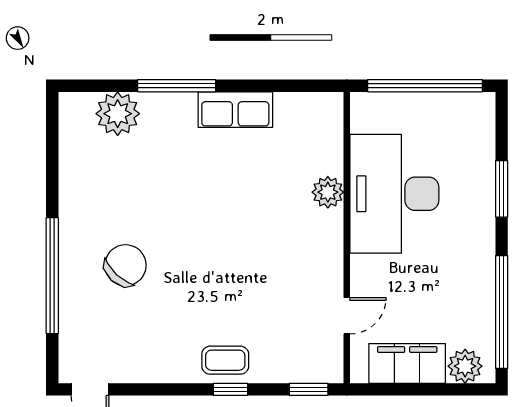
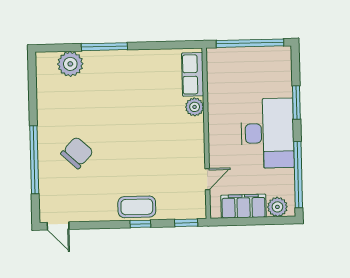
row of seats: (235, 110) -> (193, 74), moved, turned 90
desk: (394, 194) -> (267, 133), moved, turned 180
coffee table: (225, 360) -> (137, 207), width x1.36, depth x1.30

